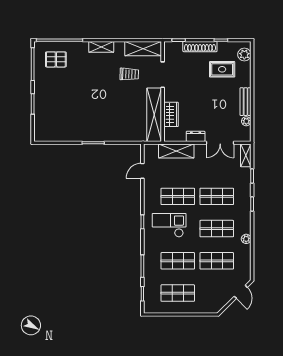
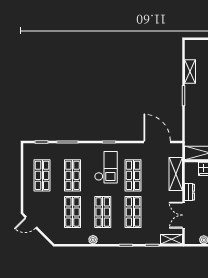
shelving: (68, 136) -> (190, 72), added
door: (142, 171) -> (157, 142), width x1.88
door: (241, 292) -> (31, 222), moved

